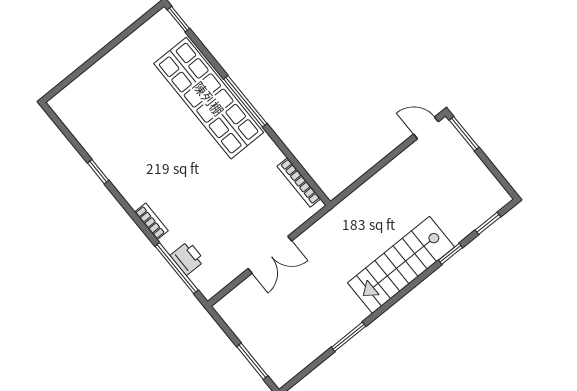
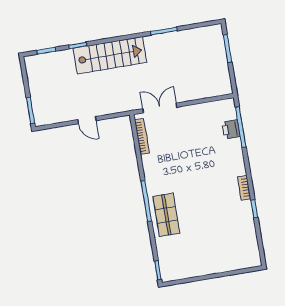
shop shelf: (209, 98) -> (166, 215), width x0.50, depth x0.74
door: (426, 128) -> (87, 120), moved
bookcase: (151, 221) -> (244, 188), moved
double door: (270, 255) -> (160, 108), moved

